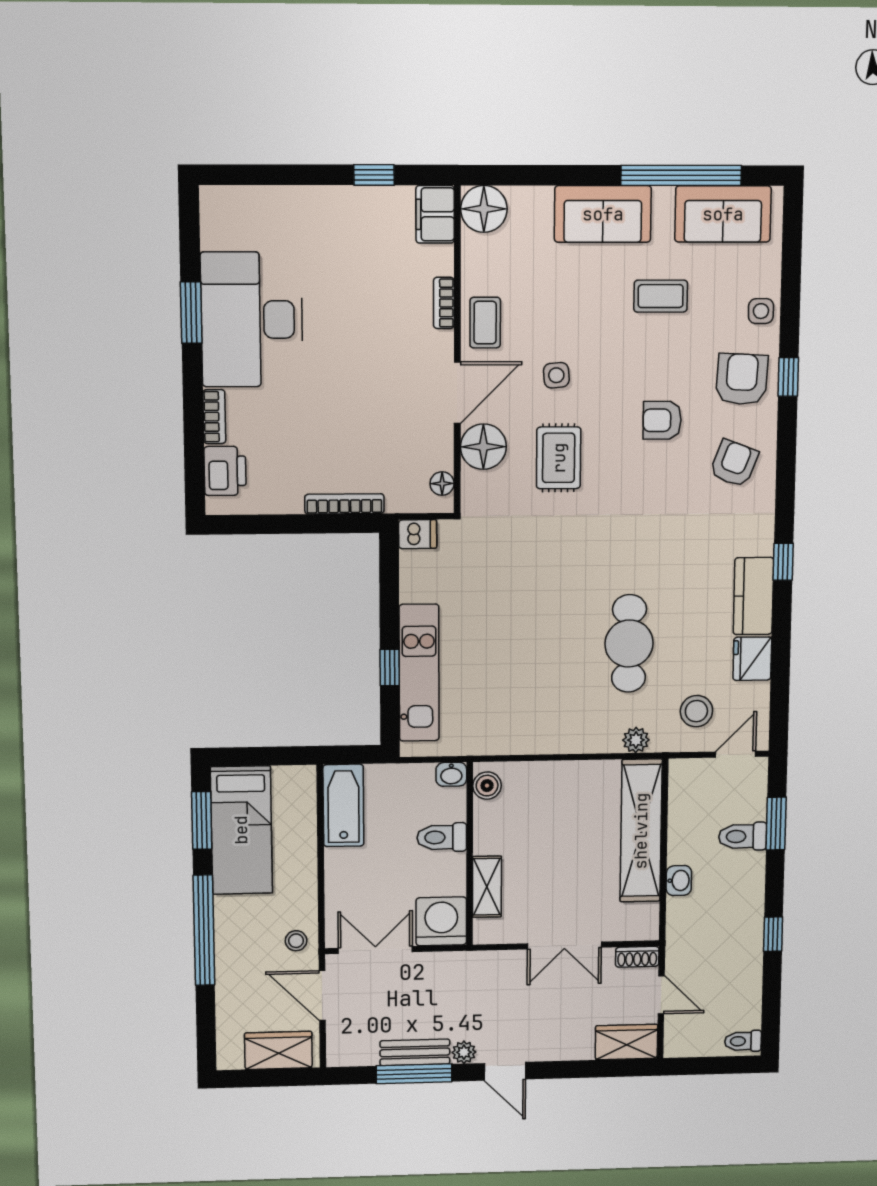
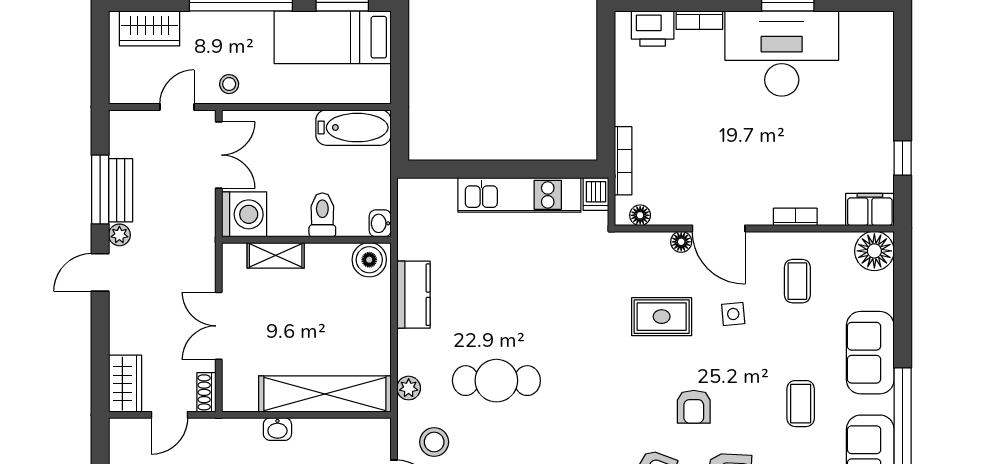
coffee table: (485, 323) -> (797, 281), moved, turned 90
armchair: (662, 420) -> (694, 407), turned 180
floor lamp: (483, 447) -> (681, 242), width x0.53, depth x0.53
bookcase: (344, 504) -> (623, 161), moved
window: (390, 667) -> (478, 169), removed
kitchen unit: (419, 673) -> (519, 195), moved
kitchen counter: (532, 736) -> (413, 295), added
boiler: (487, 786) -> (369, 260), width x1.36, depth x1.36
door: (322, 996) -> (177, 107), width x0.73
wardrobe: (278, 1050) -> (150, 28), moved, turned 90

